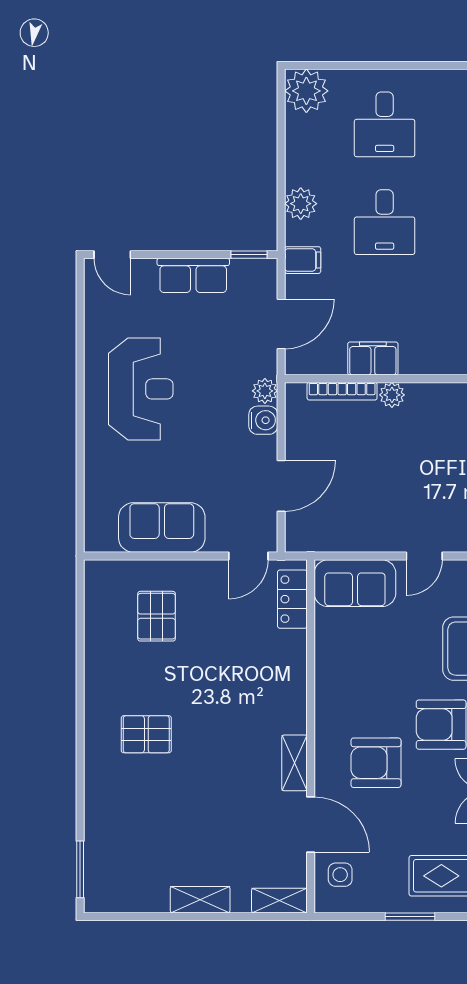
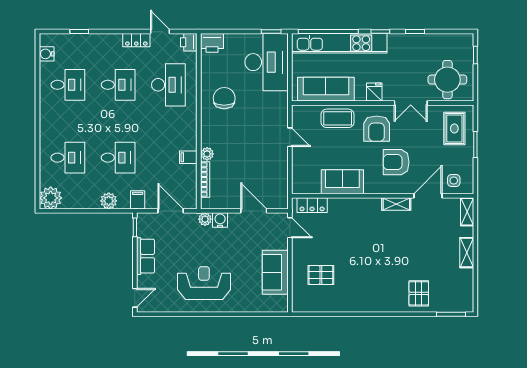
filing cabinet: (373, 358) -> (188, 157), width x0.50
sofa: (355, 583) -> (342, 182), moved, turned -90
pallet: (146, 734) -> (419, 293), moved
armchair: (376, 763) -> (396, 162), turned 90

